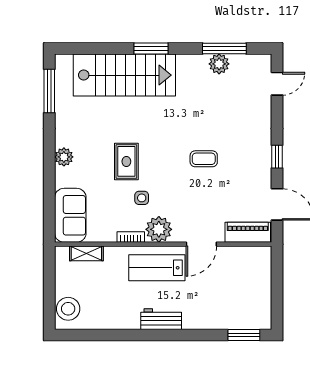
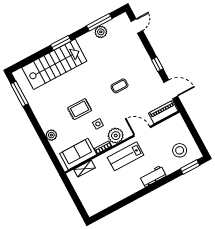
plant: (64, 157) -> (51, 135), moved
rug: (126, 161) -> (80, 109), turned 90
sofa: (70, 215) -> (78, 154), moved, turned -90
door: (201, 244) -> (142, 131), swing flipped
stool: (68, 309) -> (180, 150), moved
workbench: (161, 319) -> (153, 176), moved

